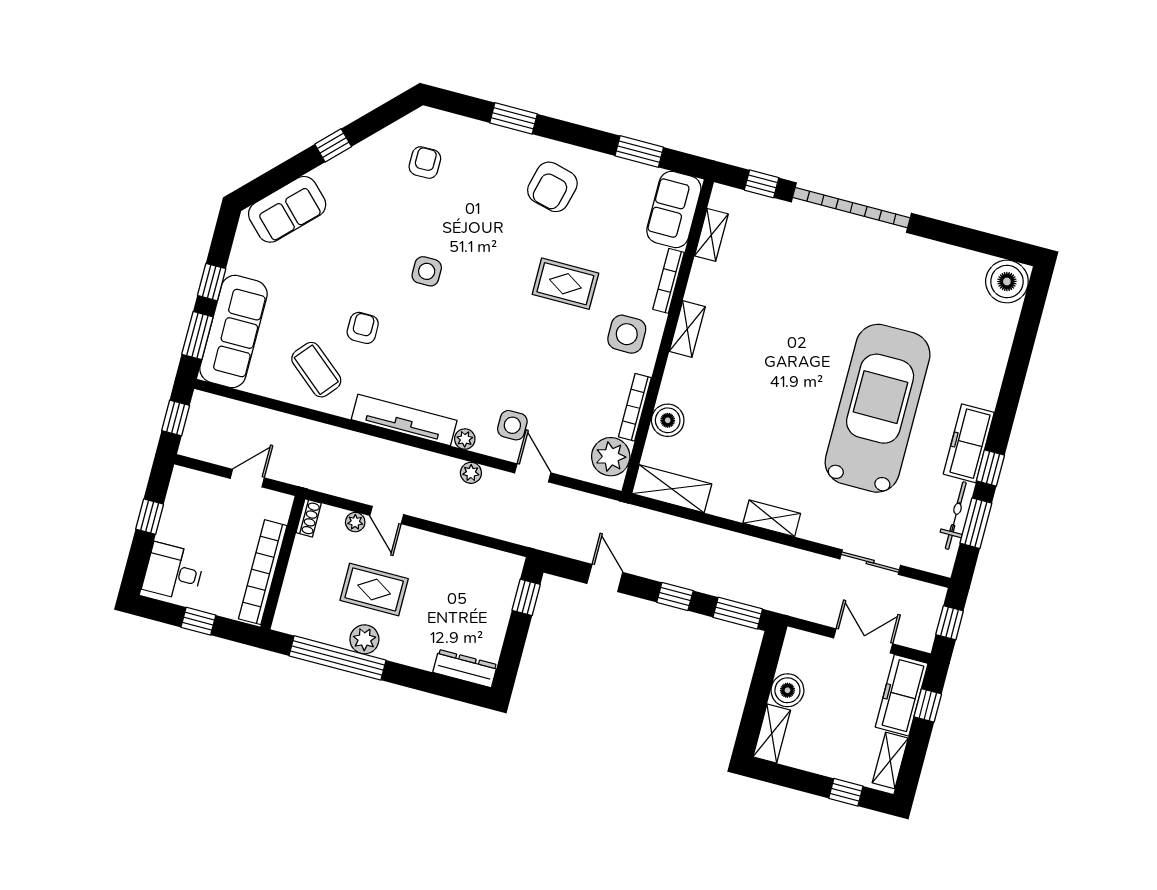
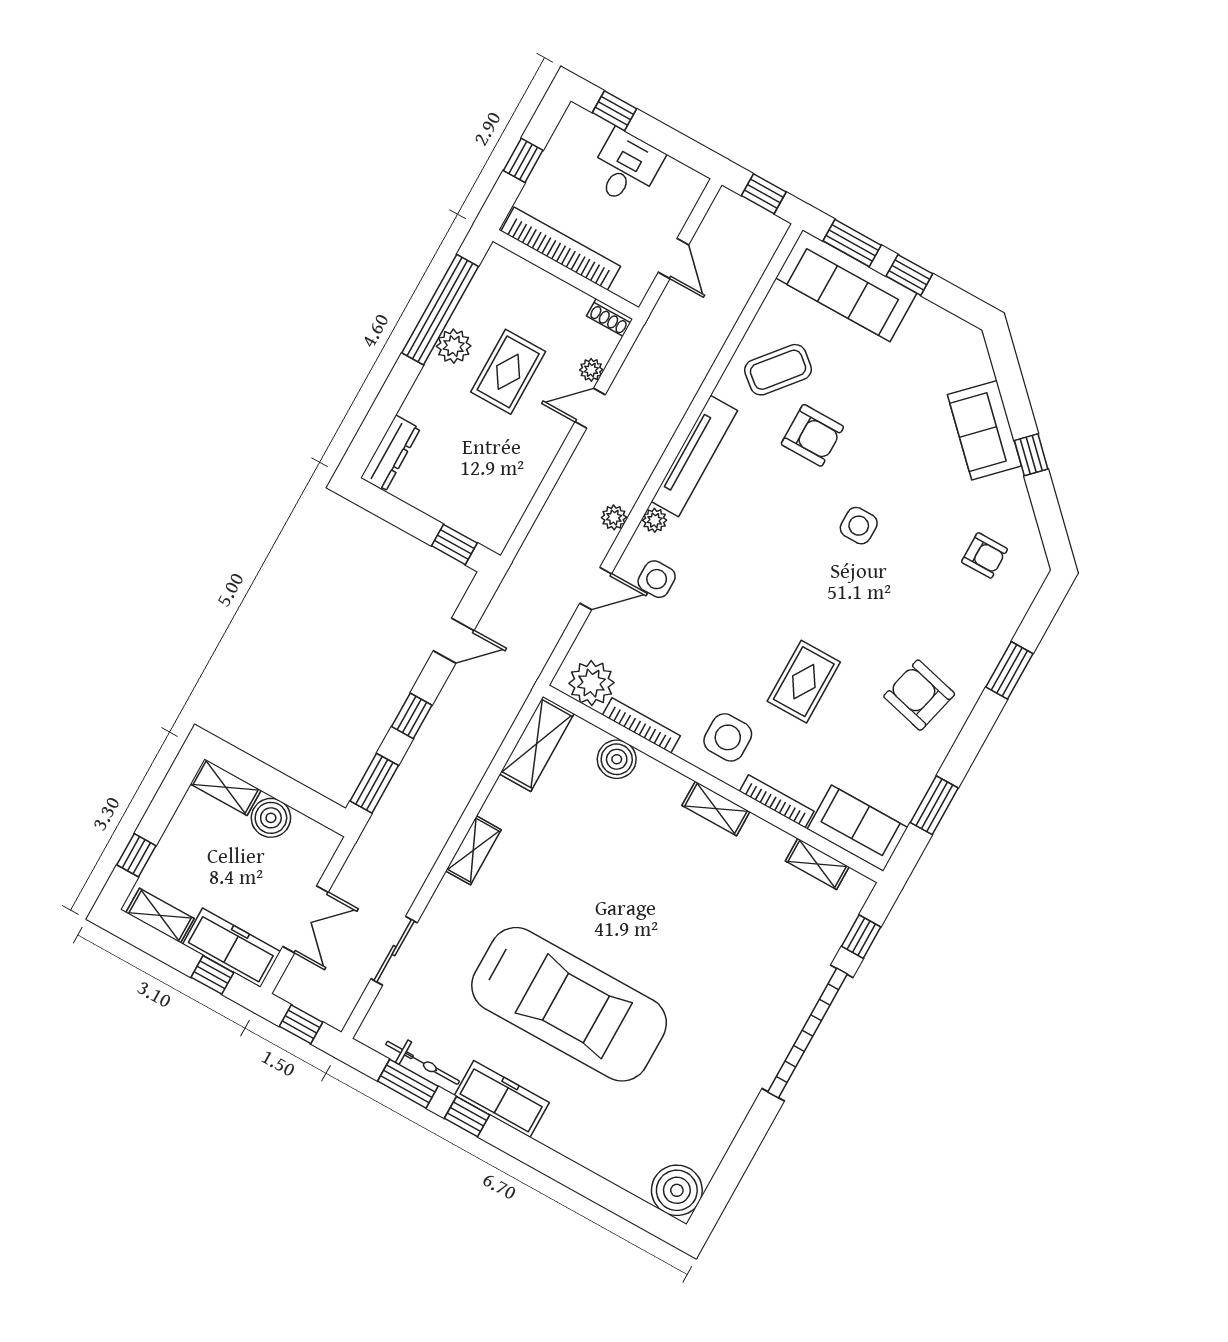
sofa: (287, 209) -> (984, 430), moved
armchair: (363, 328) -> (812, 435), width x1.38, depth x1.38
window: (150, 517) -> (614, 111), moved
desk: (173, 572) -> (626, 168), moved

